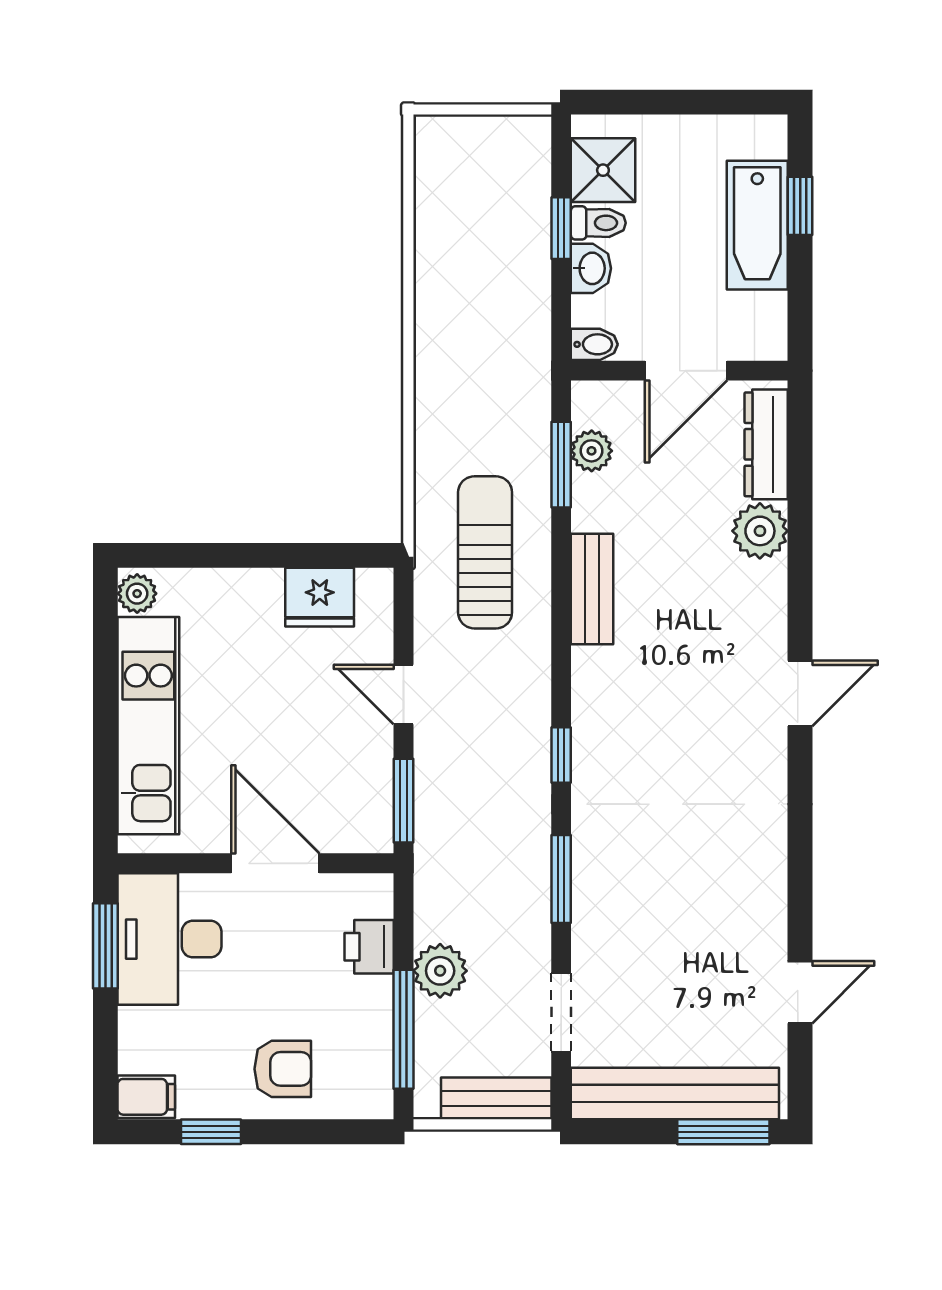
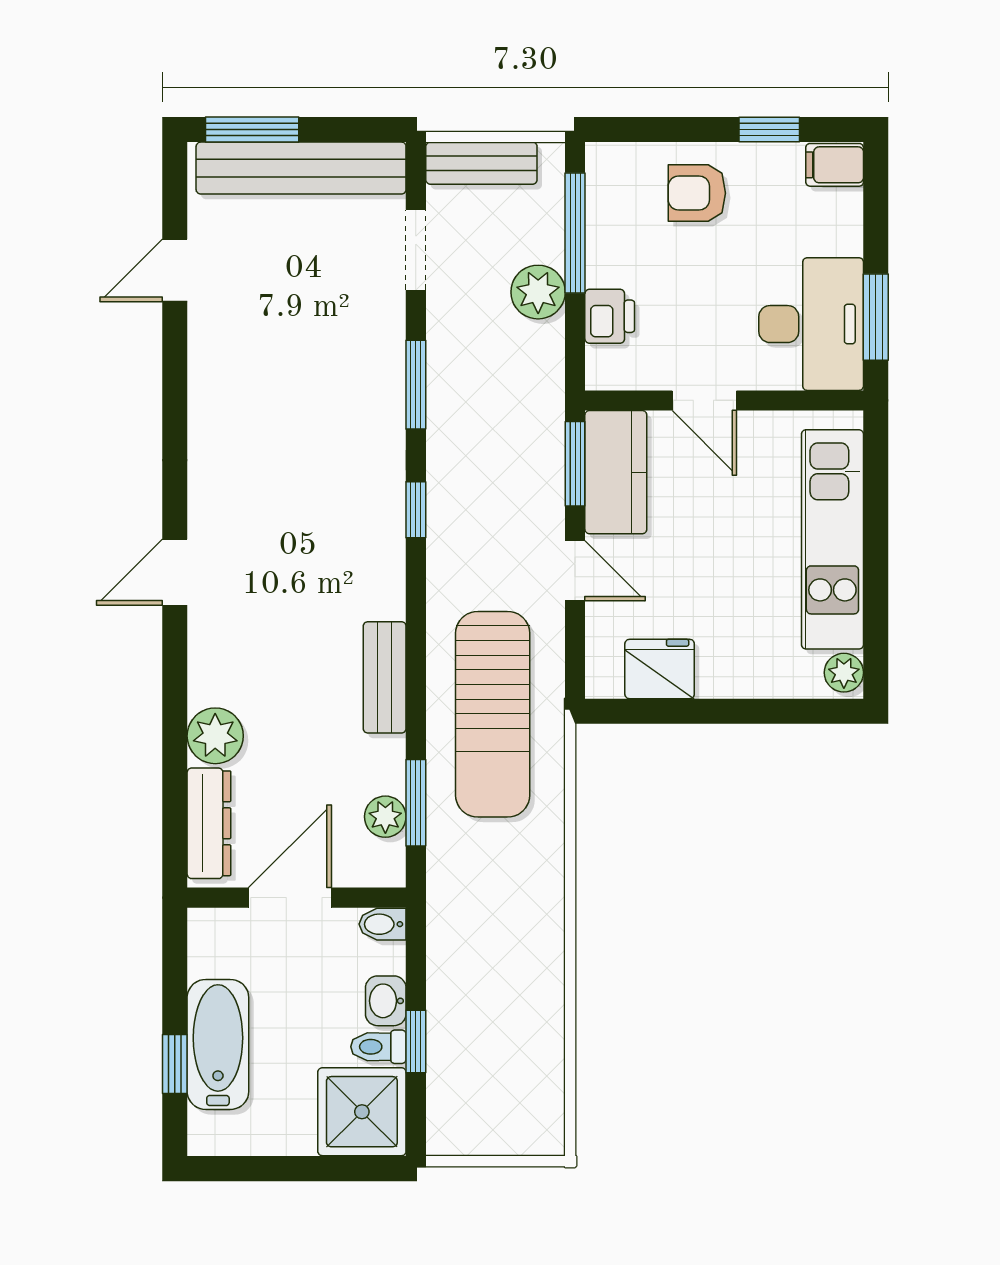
shower: (603, 170) -> (362, 1112), width x1.36, depth x1.36
sun lounger: (485, 552) -> (493, 714), width x1.36, depth x1.34
kitchen counter: (363, 792) -> (616, 472), added
door: (275, 863) -> (704, 400), width x0.73

